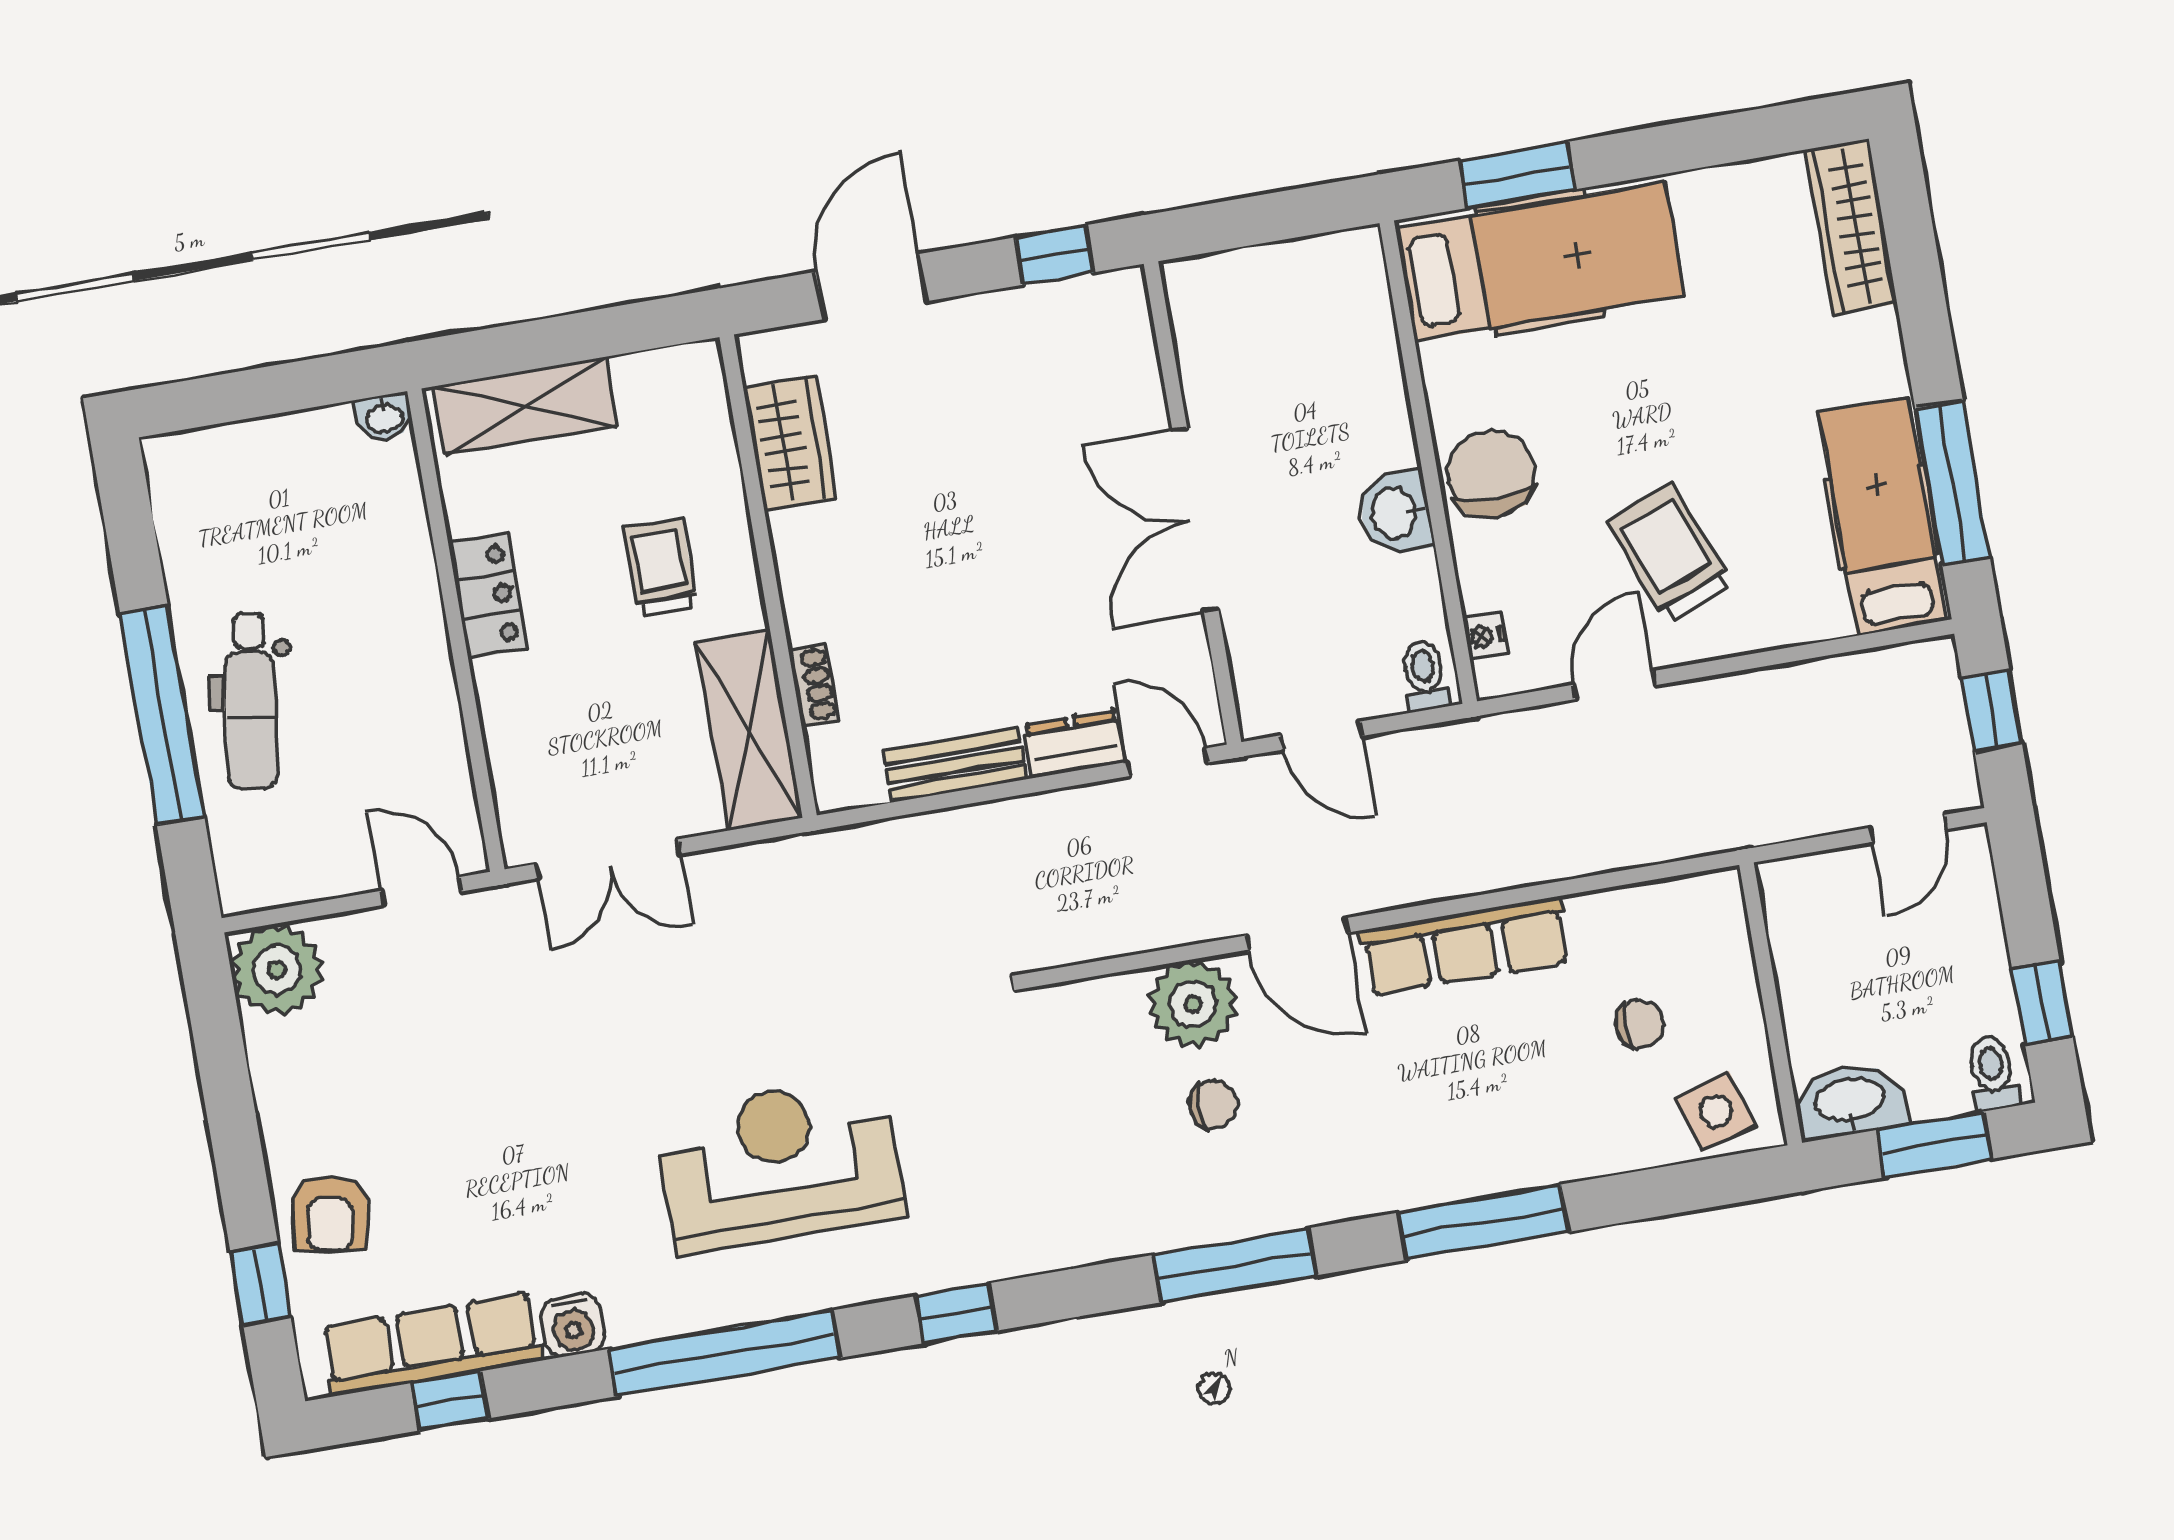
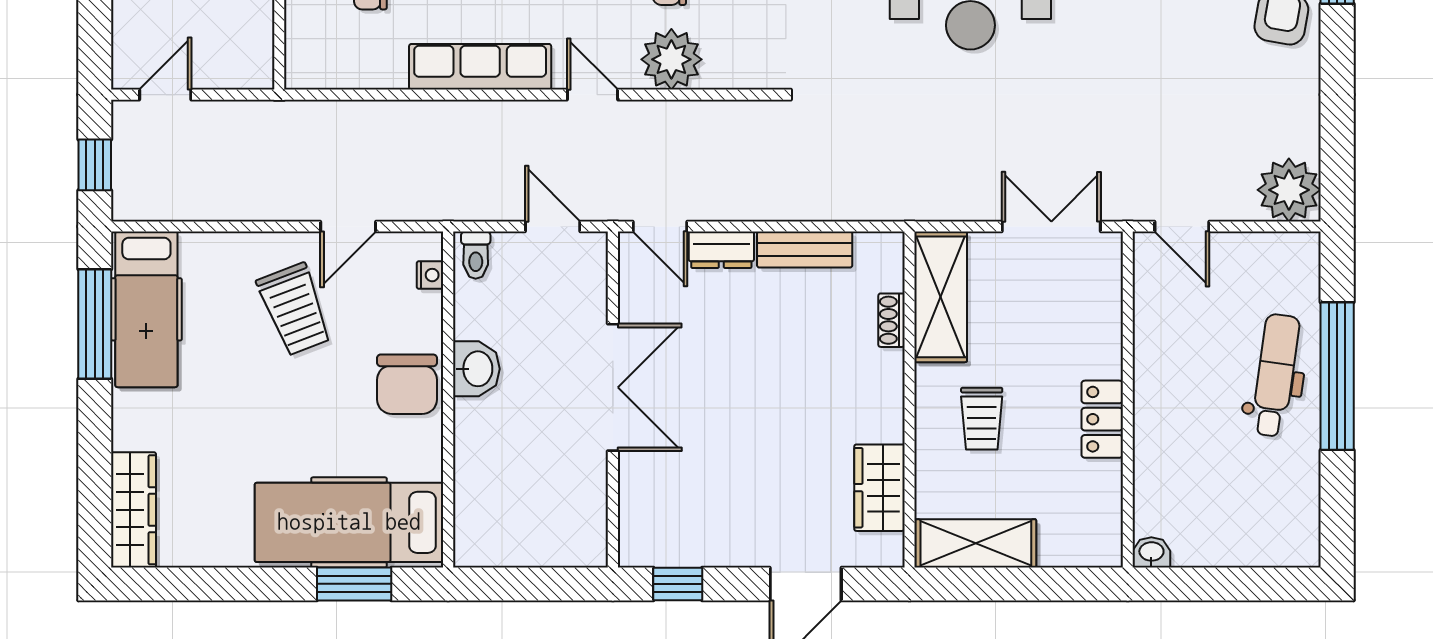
shelving: (525, 406) -> (976, 543), moved
door: (1297, 934) -> (592, 95), width x0.73

